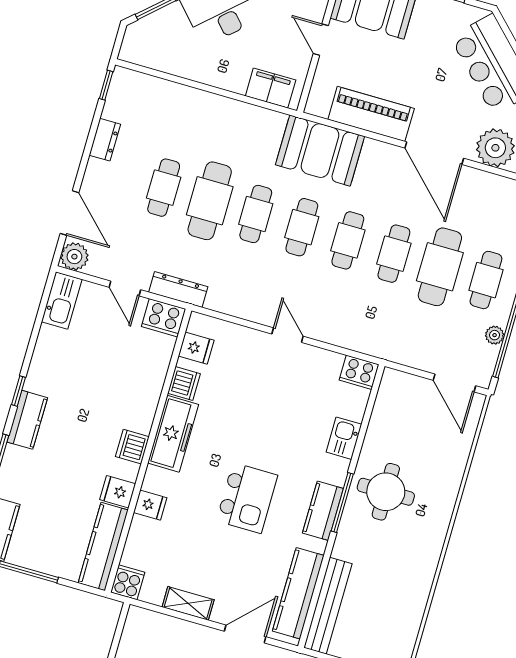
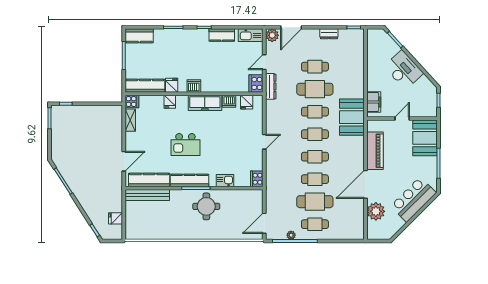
booth: (320, 151) -> (352, 117), moved
kitchen counter: (27, 420) -> (222, 35), moved
kitchen counter: (323, 511) -> (190, 180), width x1.50
shelving: (188, 603) -> (130, 120), moved
door: (245, 634) -> (124, 161), hinge flipped

